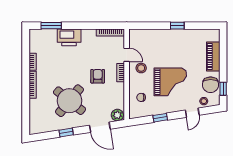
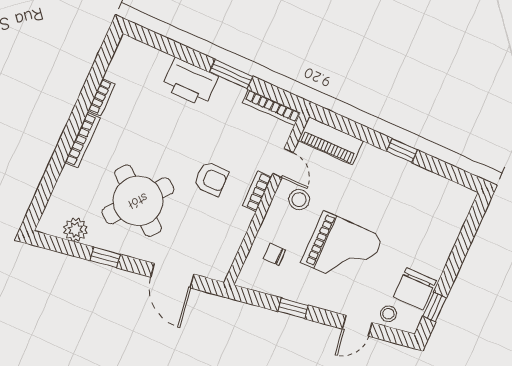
window: (51, 26) -> (231, 74), moved
piano: (213, 57) -> (331, 141), moved, turned -90
armchair: (98, 76) -> (211, 179), turned 90
plant: (117, 115) -> (75, 230), moved

